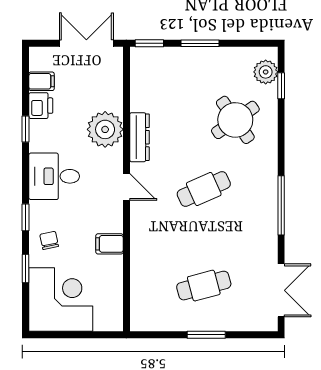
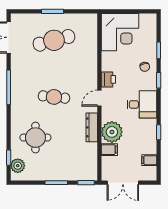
printer: (41, 106) -> (108, 79), moved, turned 180
round table: (235, 120) -> (35, 138), turned 35
door: (126, 187) -> (99, 98), hinge flipped
cafe table: (204, 189) -> (54, 97), turned 30
filing cabinet: (109, 244) -> (109, 150), moved
cafe table: (204, 286) -> (54, 40), width x1.37, depth x1.35
corner desk: (61, 300) -> (120, 32), moved, turned -90

